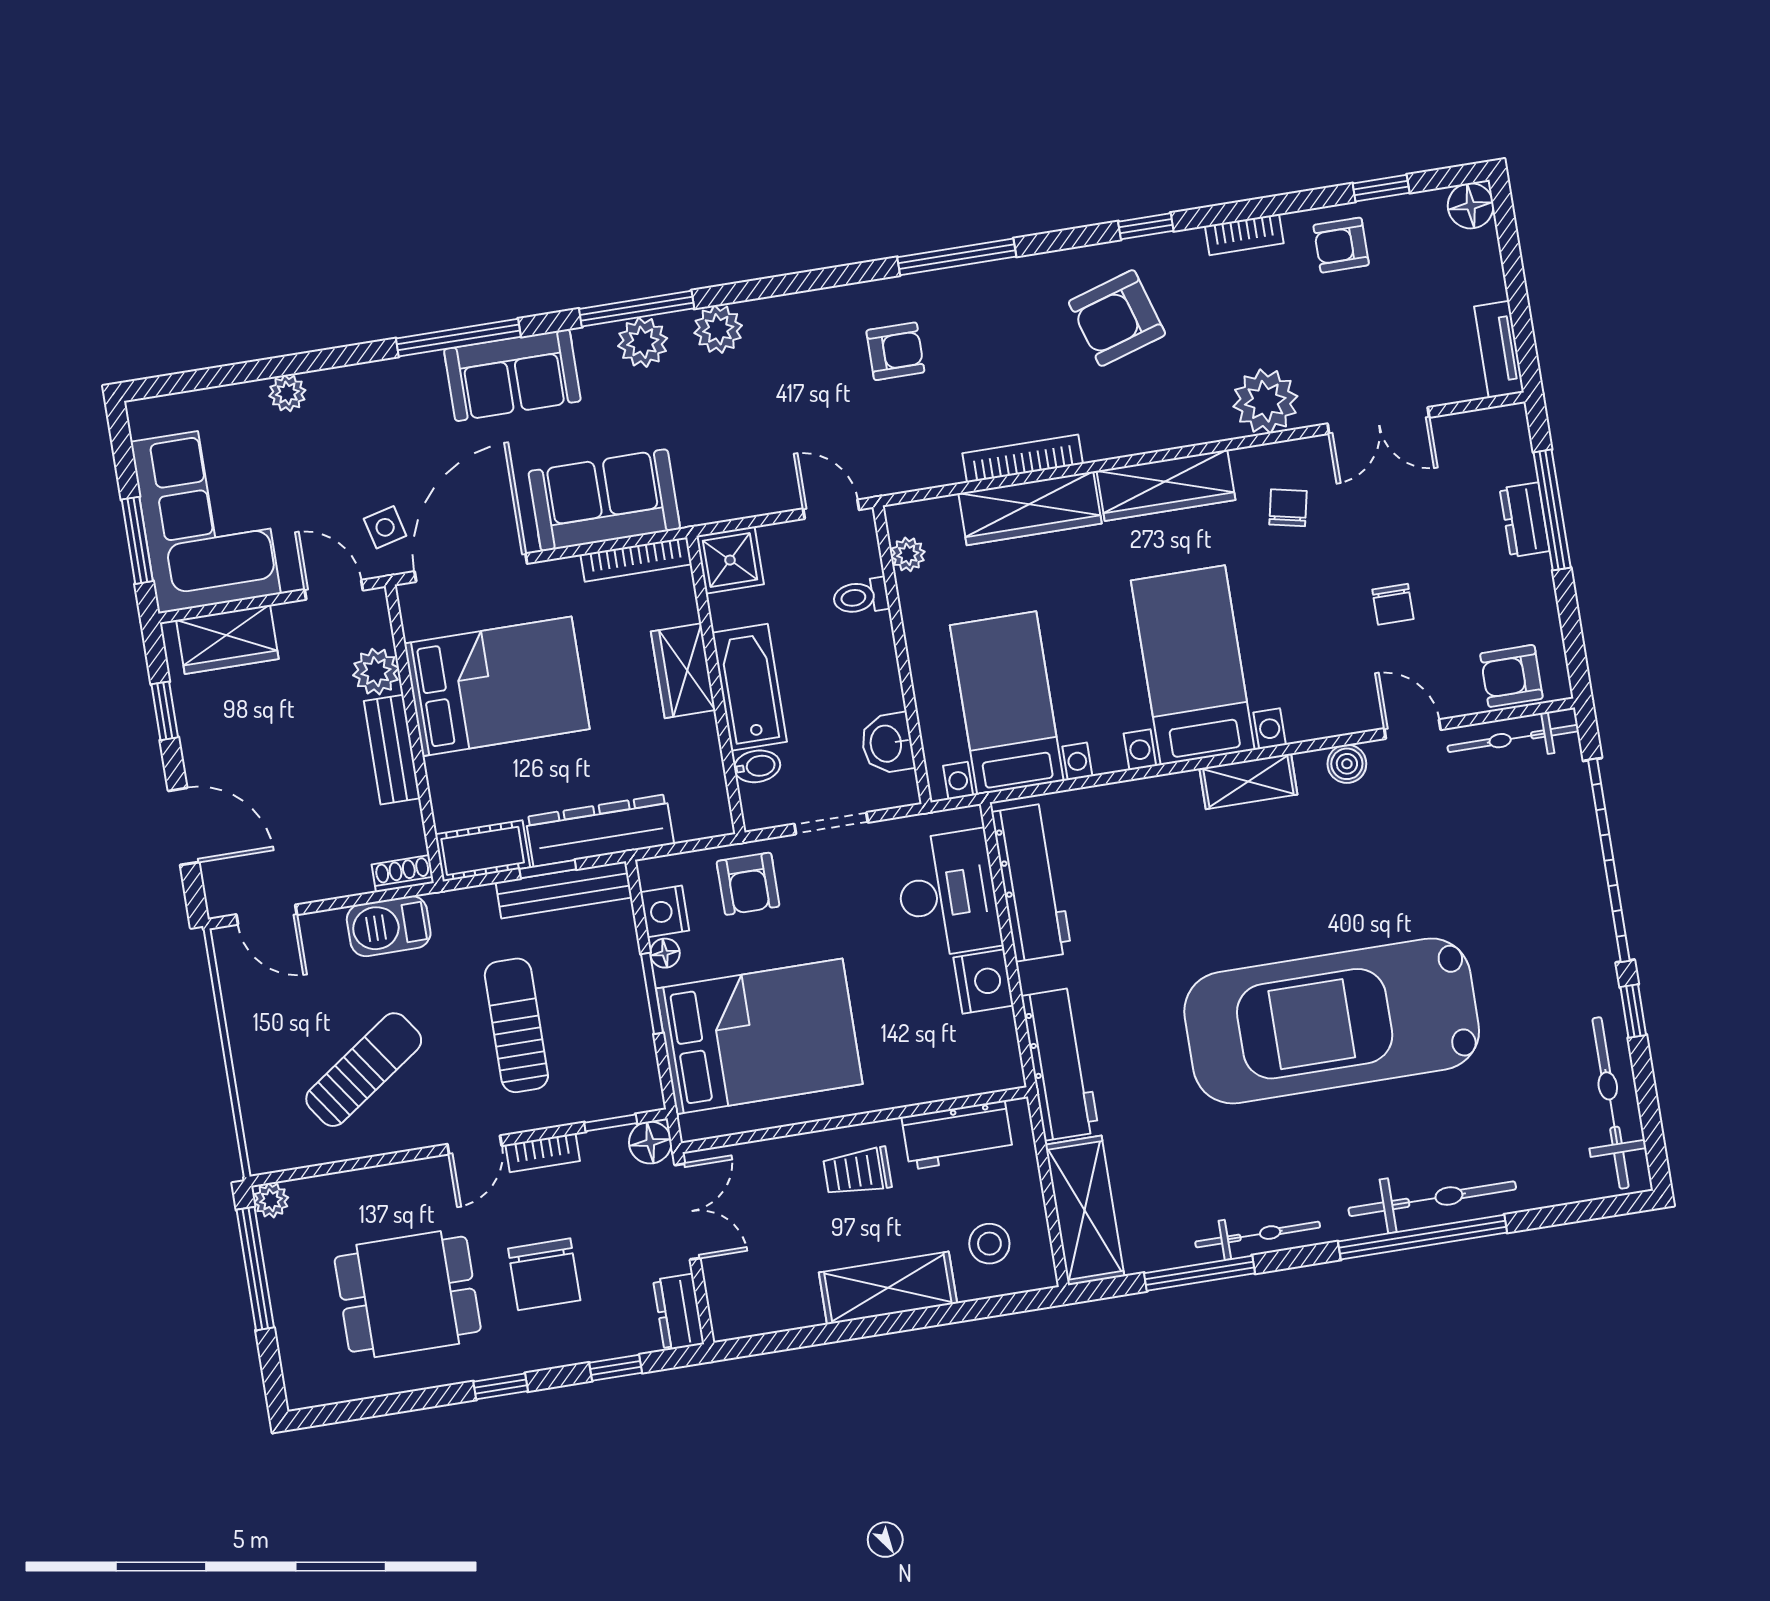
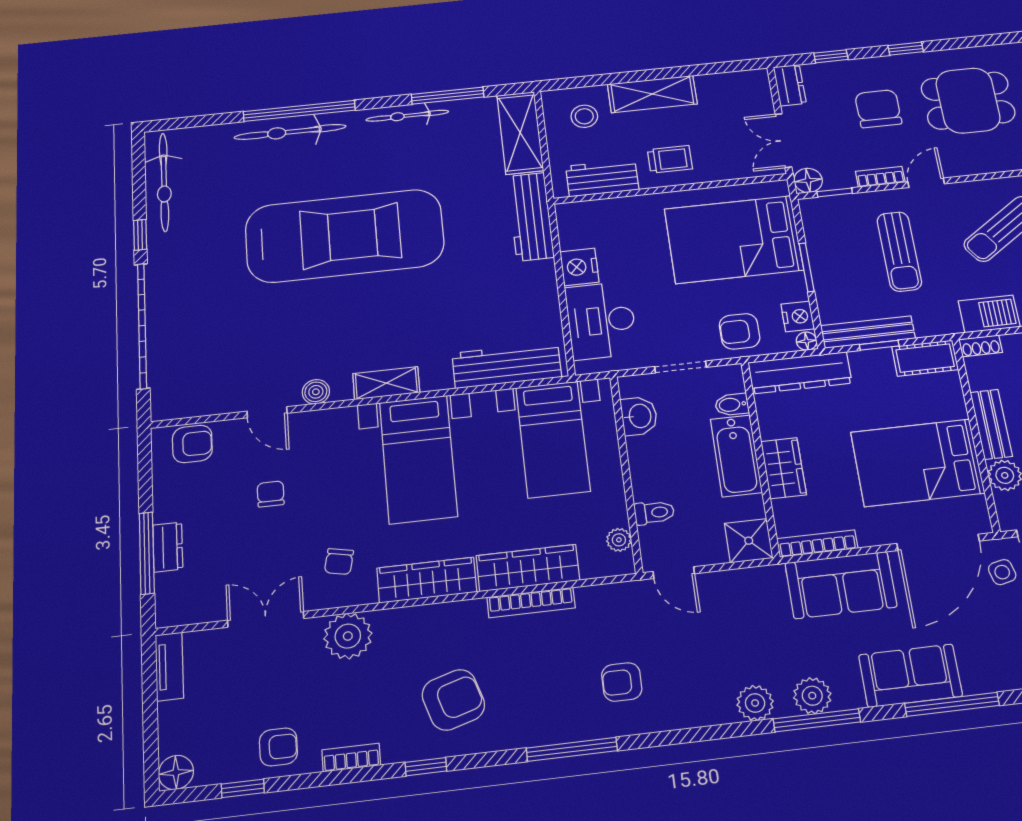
bicycle: (1513, 739) -> (197, 404), removed
dresser: (600, 830) -> (800, 373), moved
workbench: (1032, 882) -> (507, 365), moved, turned 90
armchair: (748, 884) -> (740, 331), turned -90
floor lamp: (665, 953) -> (807, 341), moved

